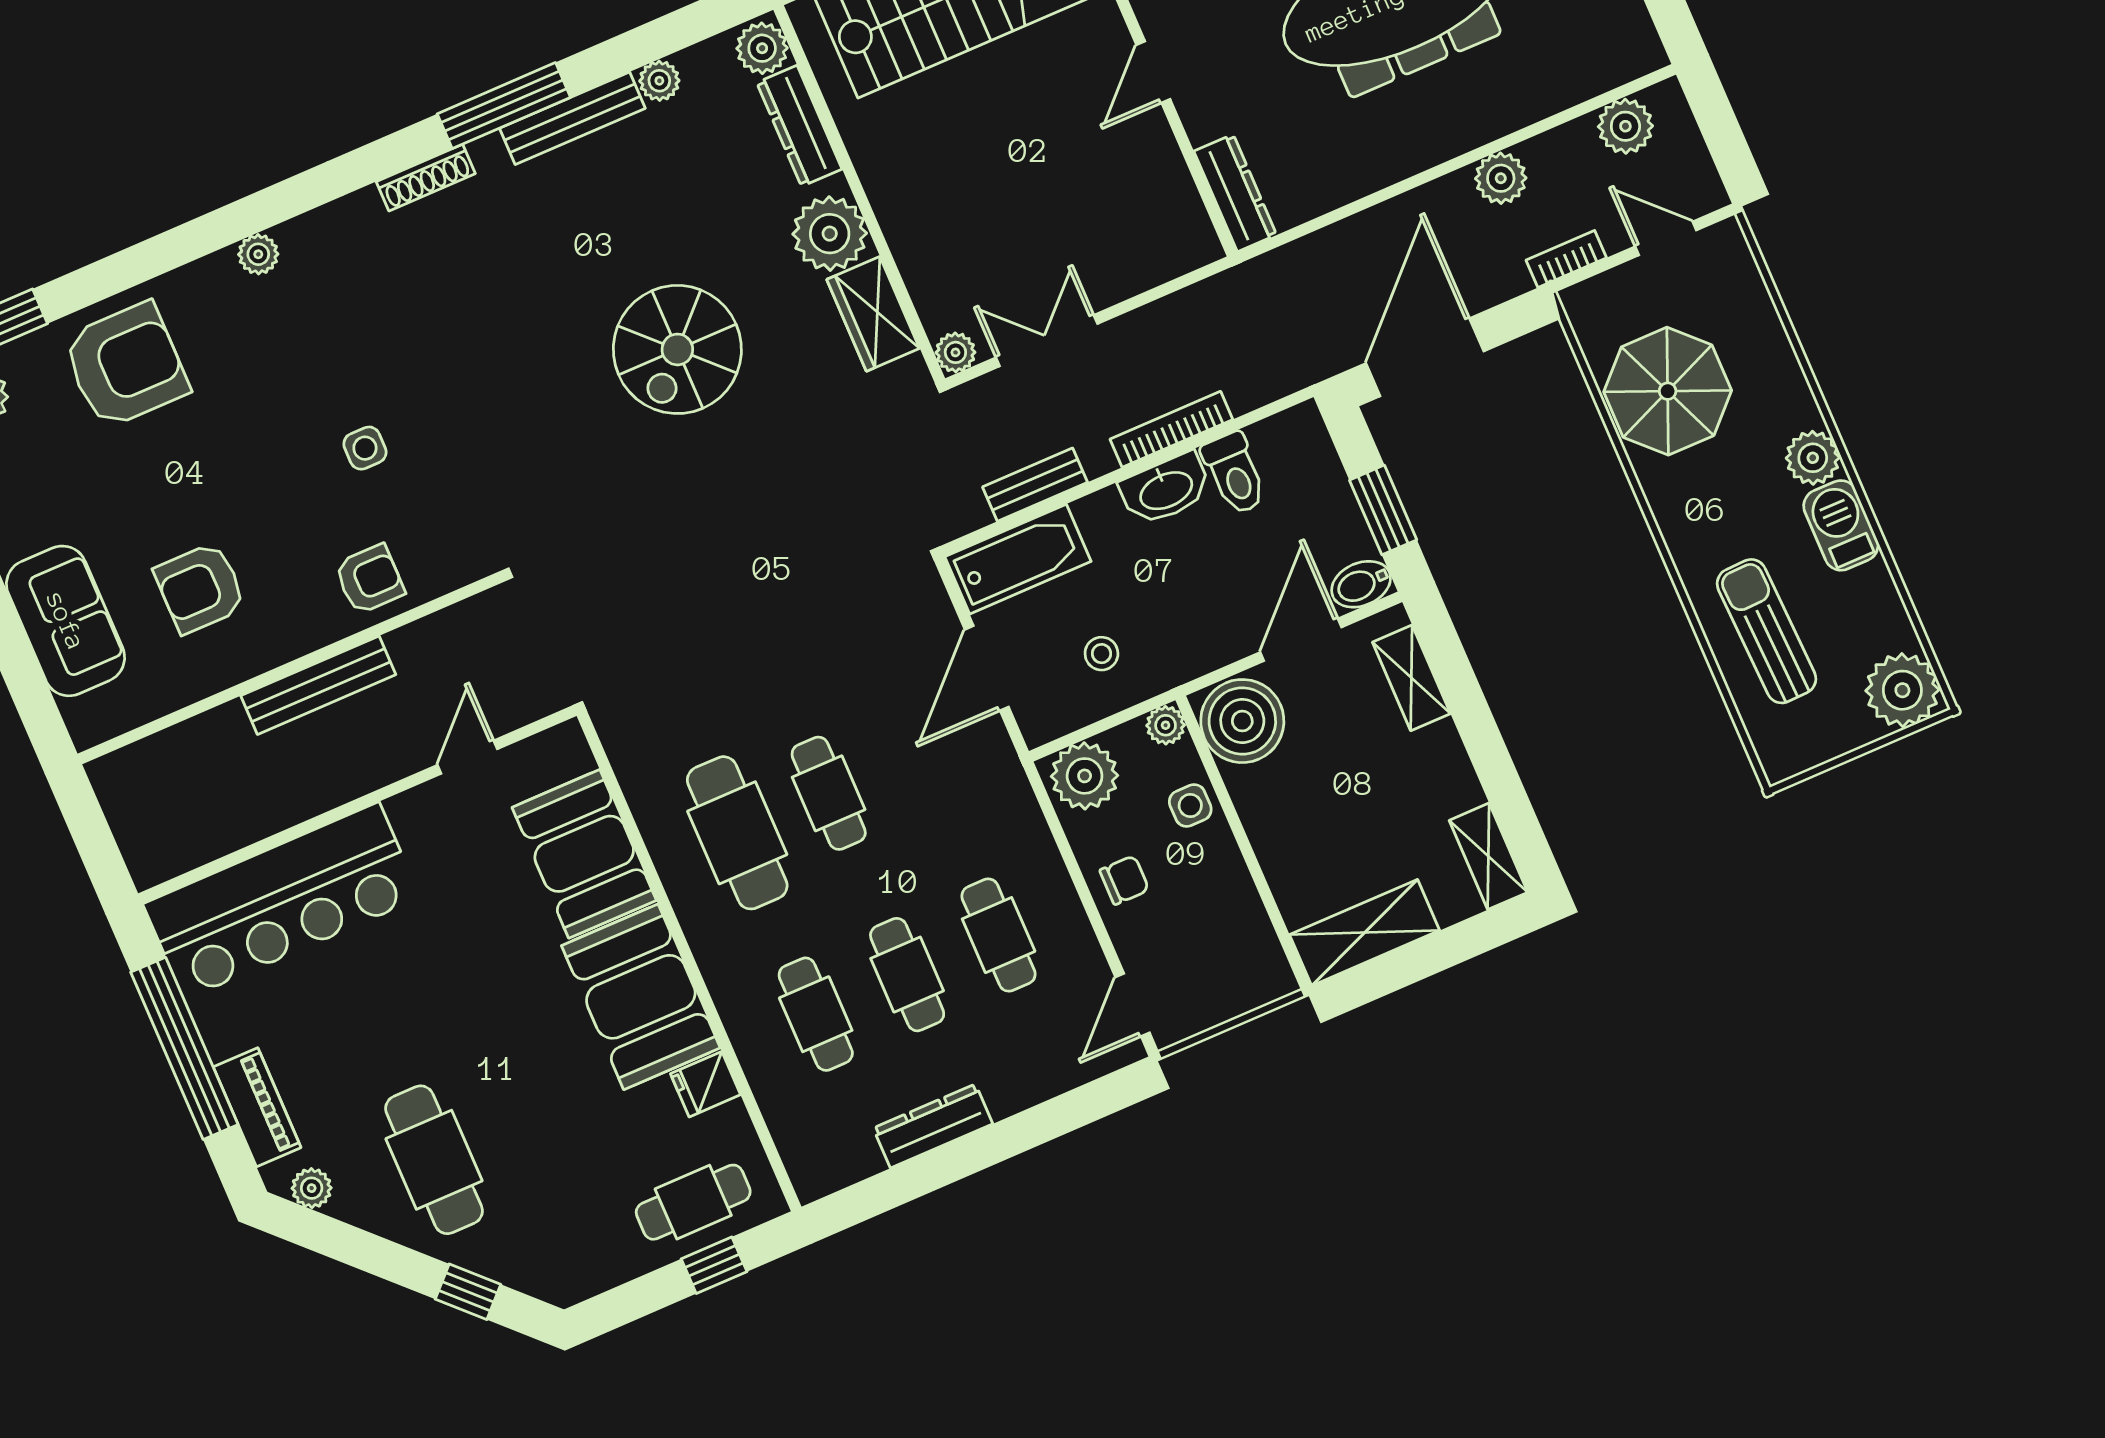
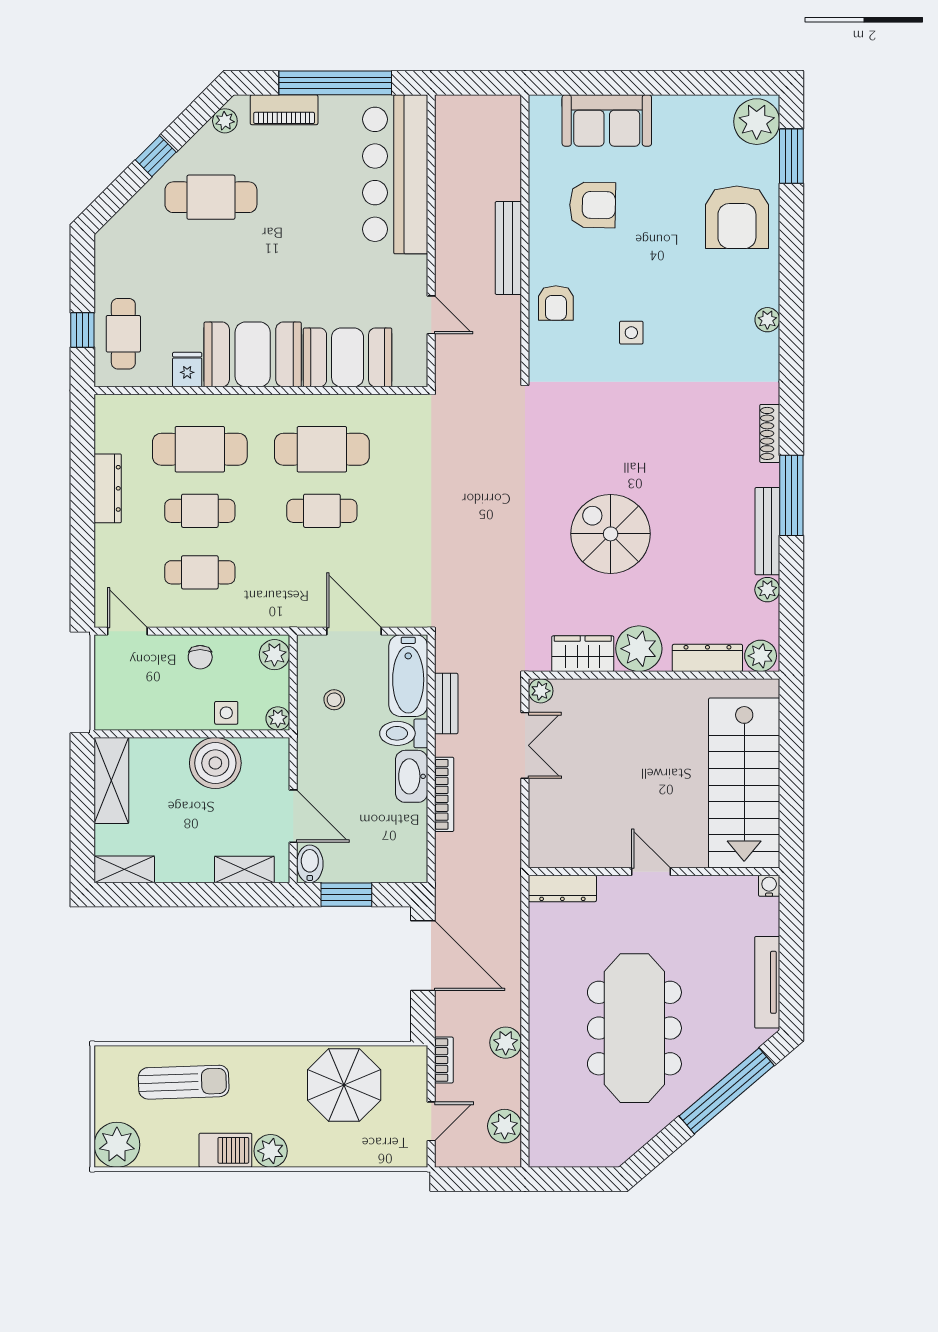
toilet: (1235, 473) -> (404, 733), moved
armchair: (200, 588) -> (592, 205), turned 91
boiler: (1242, 721) -> (215, 763), moved
plant: (1085, 776) -> (274, 655), width x0.73, depth x0.73
cafe table: (816, 1014) -> (200, 449), width x1.37, depth x1.35
window: (468, 1292) -> (156, 156), moved

